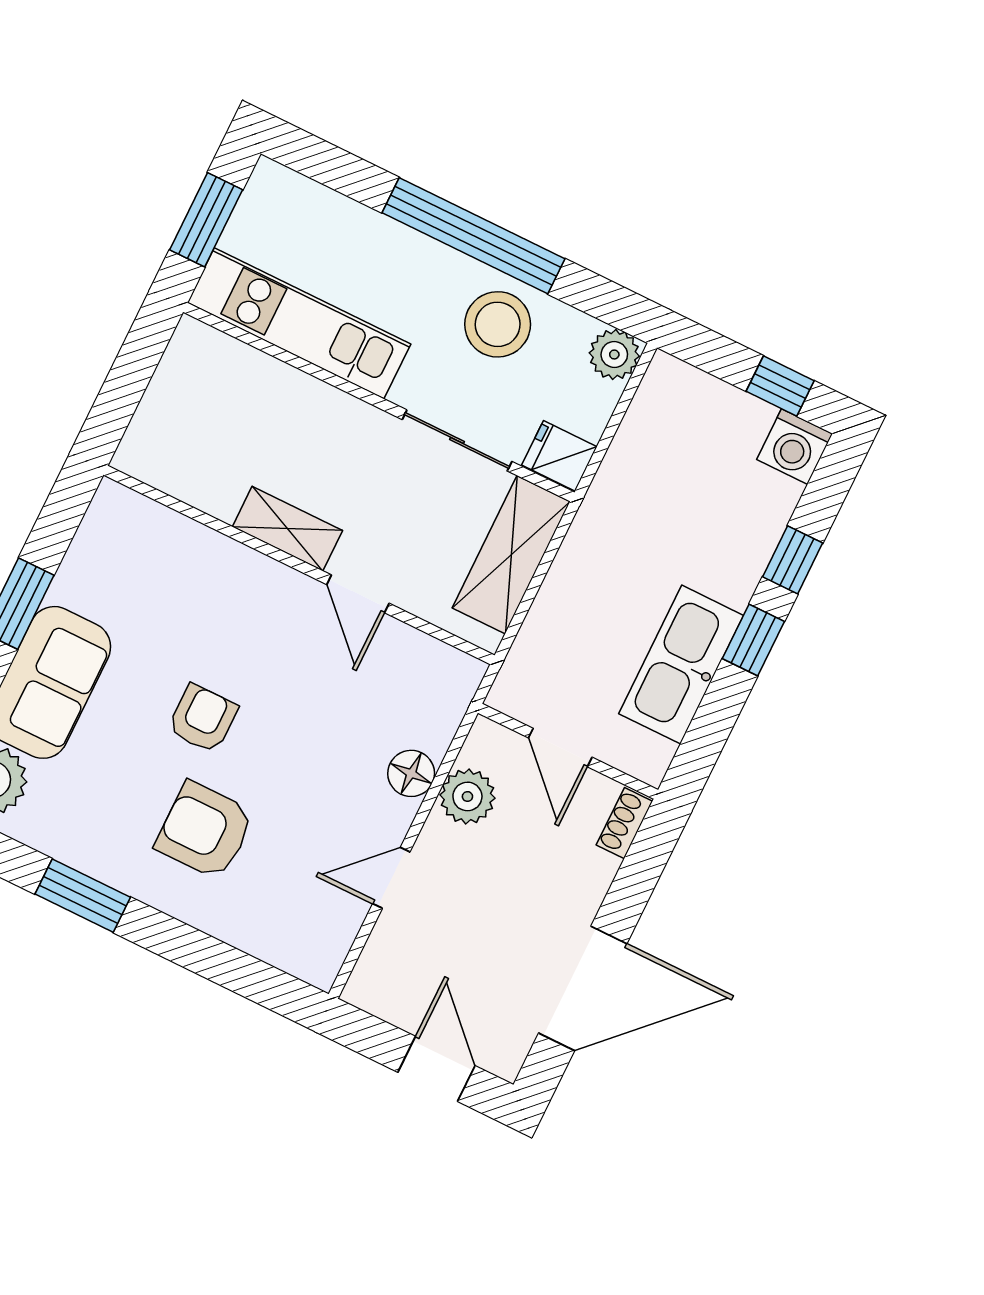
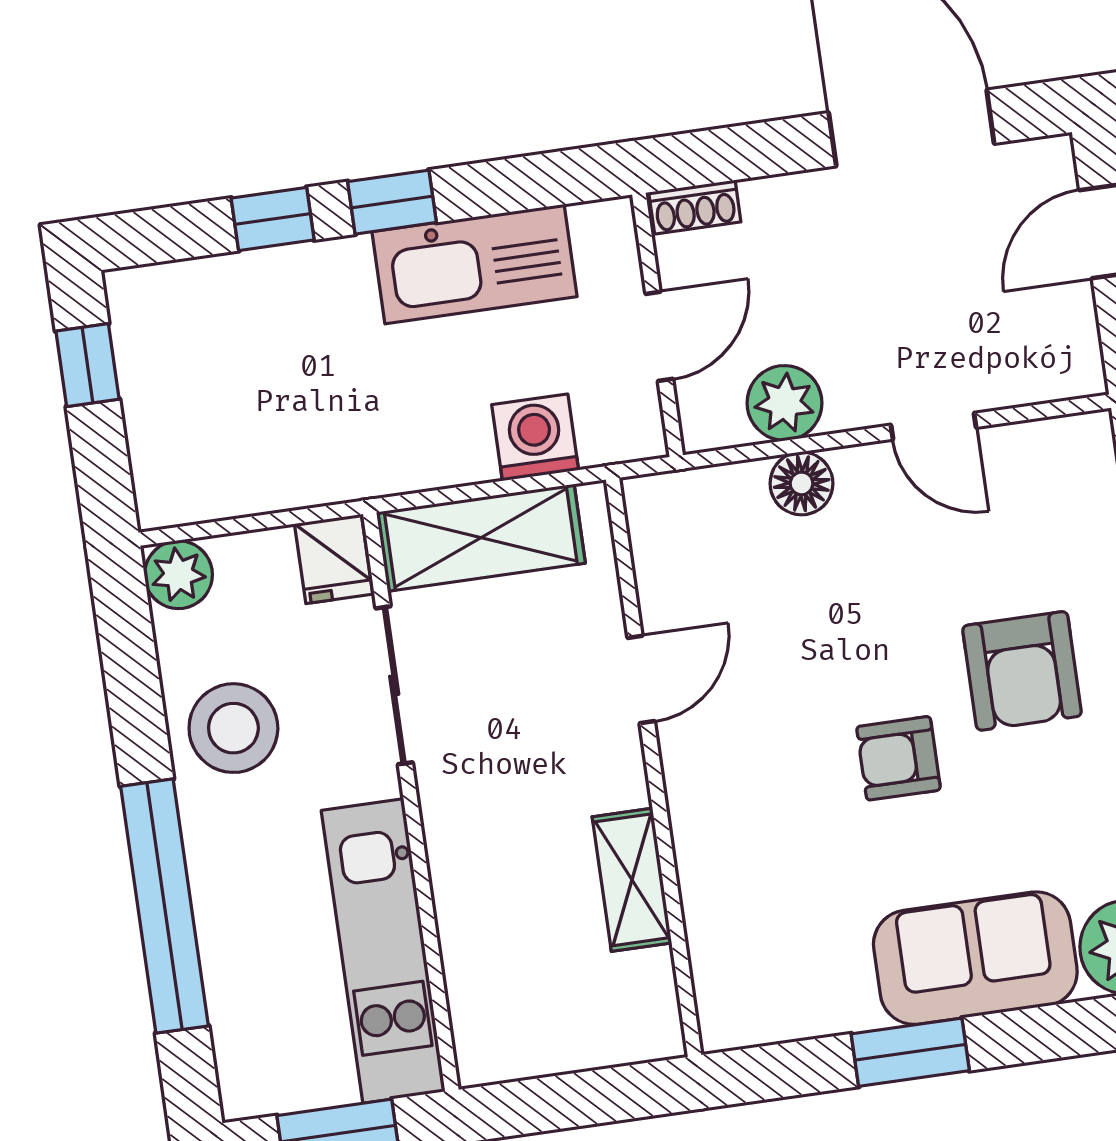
window: (473, 236) -> (165, 906), moved
washing machine: (795, 447) -> (535, 437), moved, turned -90
shelving: (287, 529) -> (632, 880), moved

